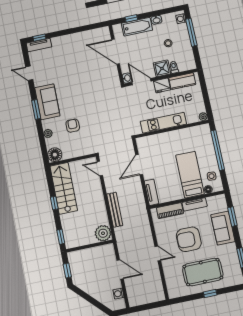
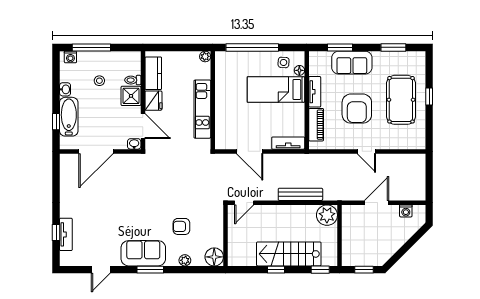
window: (39, 38) -> (56, 233), moved
tv unit: (39, 45) -> (66, 234), moved
door: (141, 82) -> (143, 126), swing flipped
stairs: (64, 188) -> (289, 254), moved
door: (158, 253) -> (366, 151), swing flipped

